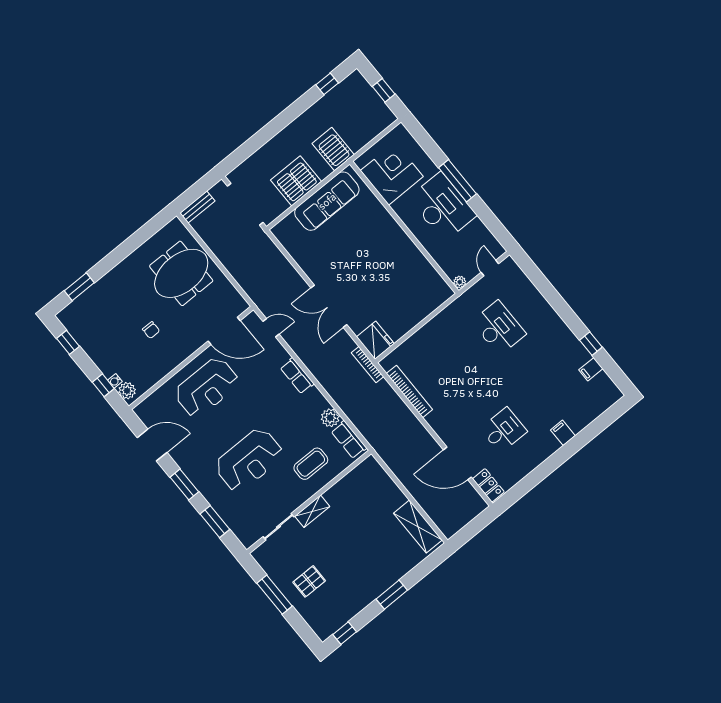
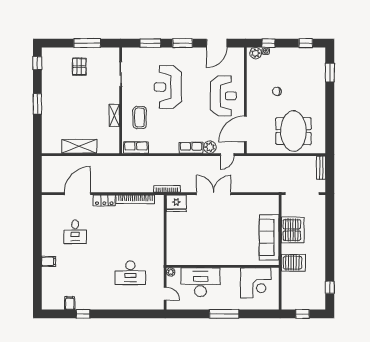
desk: (442, 207) -> (200, 282), moved, turned 180
reception desk: (207, 388) -> (223, 96), turned 180
plant: (330, 418) -> (210, 147), moved
locker: (488, 485) -> (104, 200), moved
shelving: (312, 511) -> (114, 115), moved
shelving: (418, 527) -> (79, 146), moved

